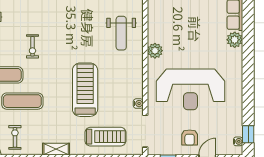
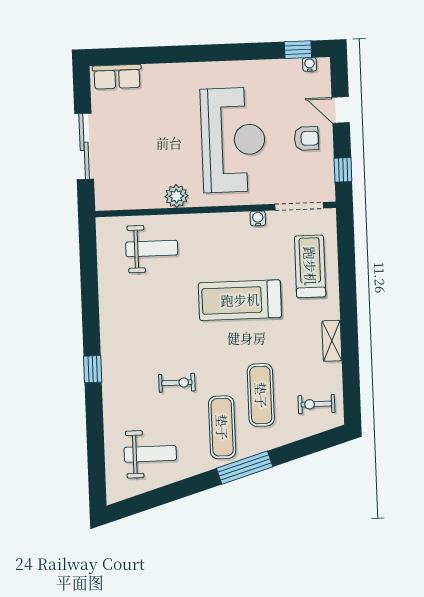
plant: (235, 40) -> (155, 76), removed

